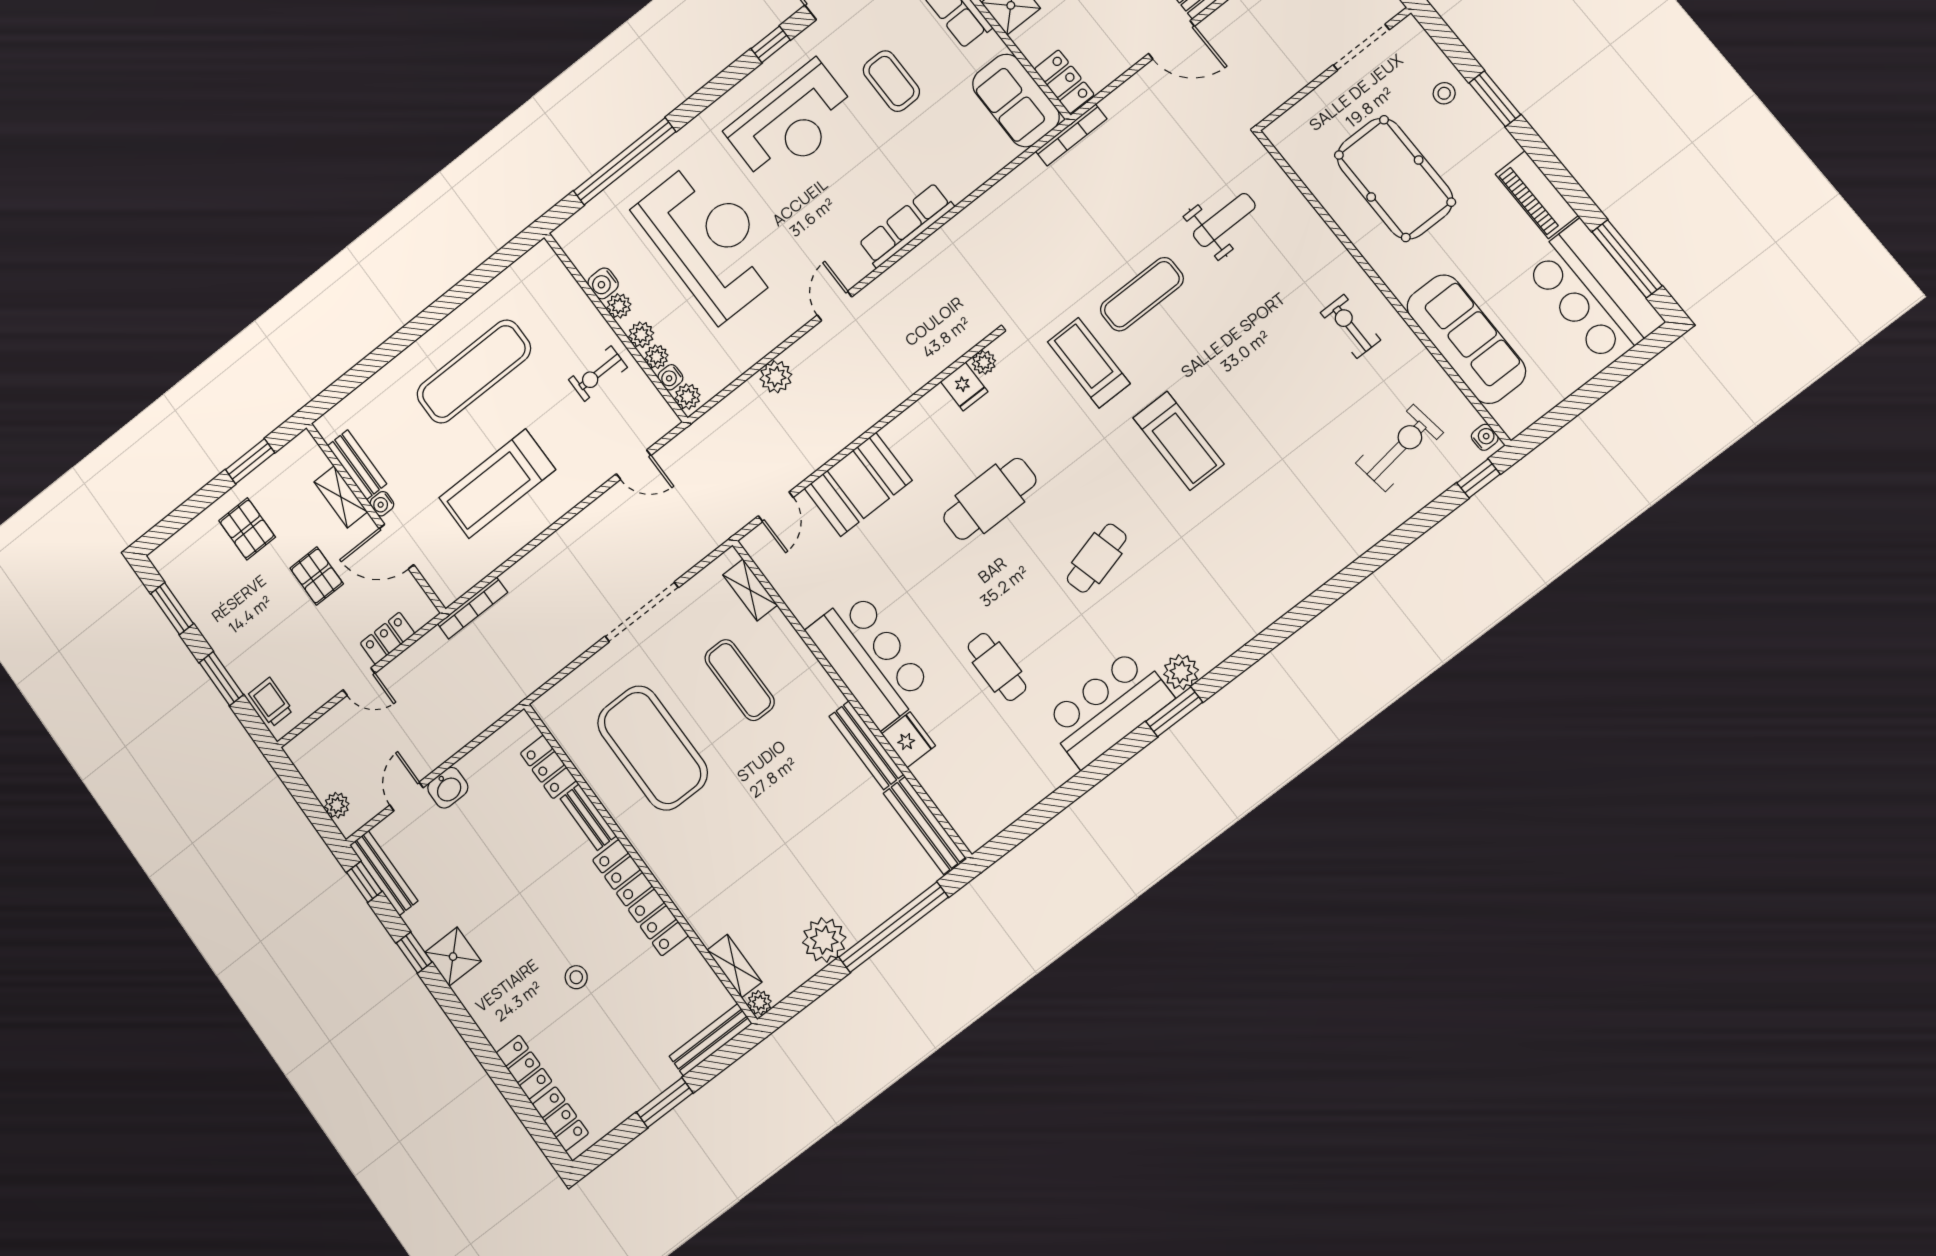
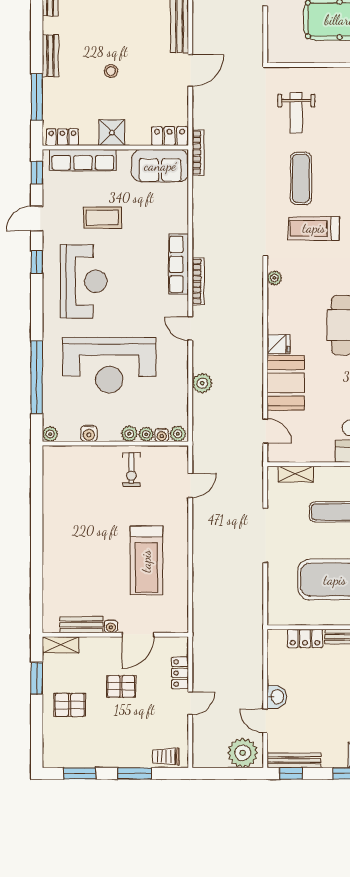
weight bench: (1224, 220) -> (296, 113), turned 180
reception desk: (709, 240) -> (109, 365), turned 180
plant: (619, 306) -> (50, 434), moved
exercise mat: (474, 372) -> (81, 531), removed
fridge: (964, 386) -> (279, 344), moved
shelving: (341, 497) -> (61, 645), moved
bookcase: (472, 608) -> (198, 281), moved
plant: (337, 805) -> (243, 753), width x1.88, depth x1.88

